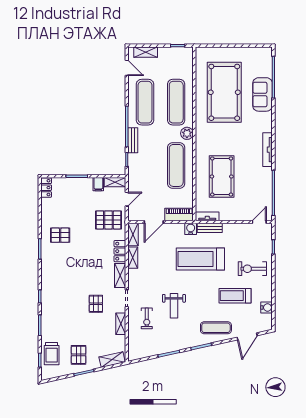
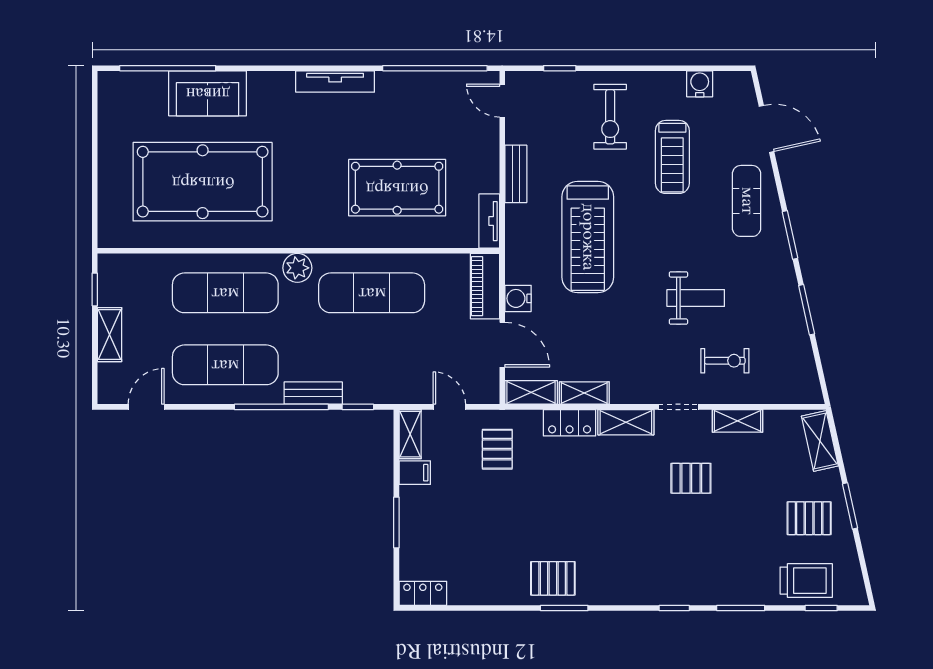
shelving: (146, 52) -> (110, 335), moved
pallet: (108, 220) -> (497, 449), width x0.67, depth x0.71
bench: (210, 228) -> (516, 174), moved
water cooler: (191, 229) -> (518, 298), moved
pallet: (60, 235) -> (553, 578), moved, turned 90

